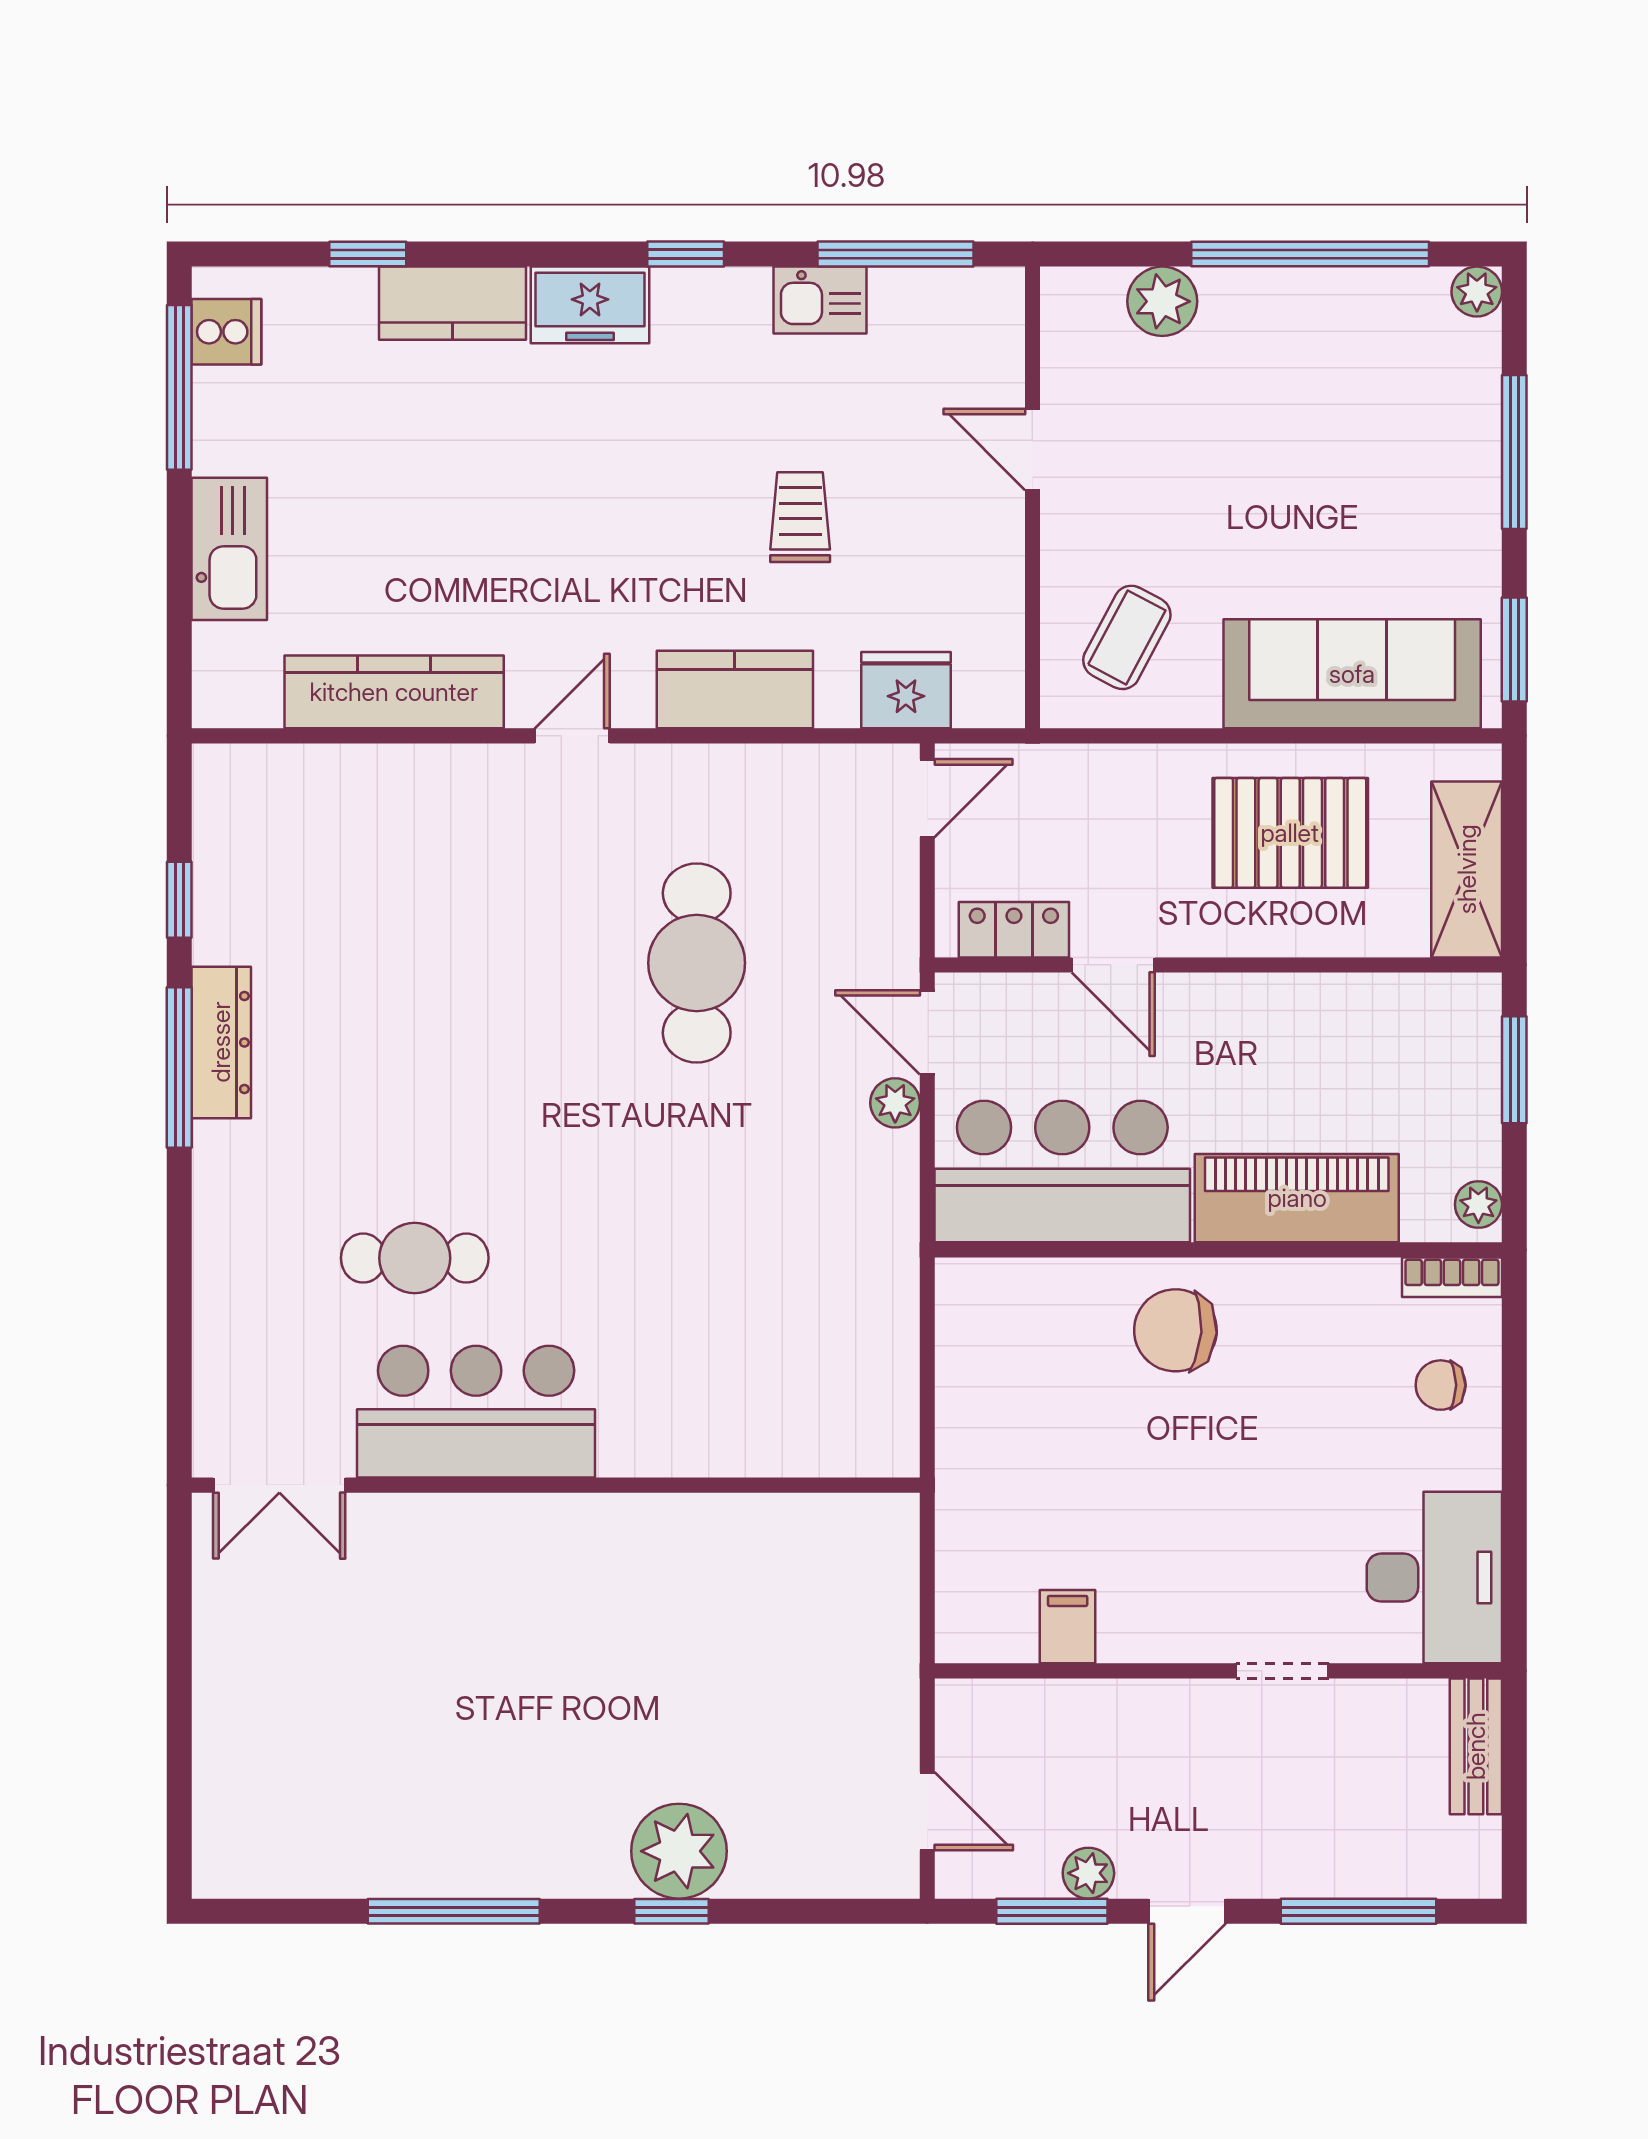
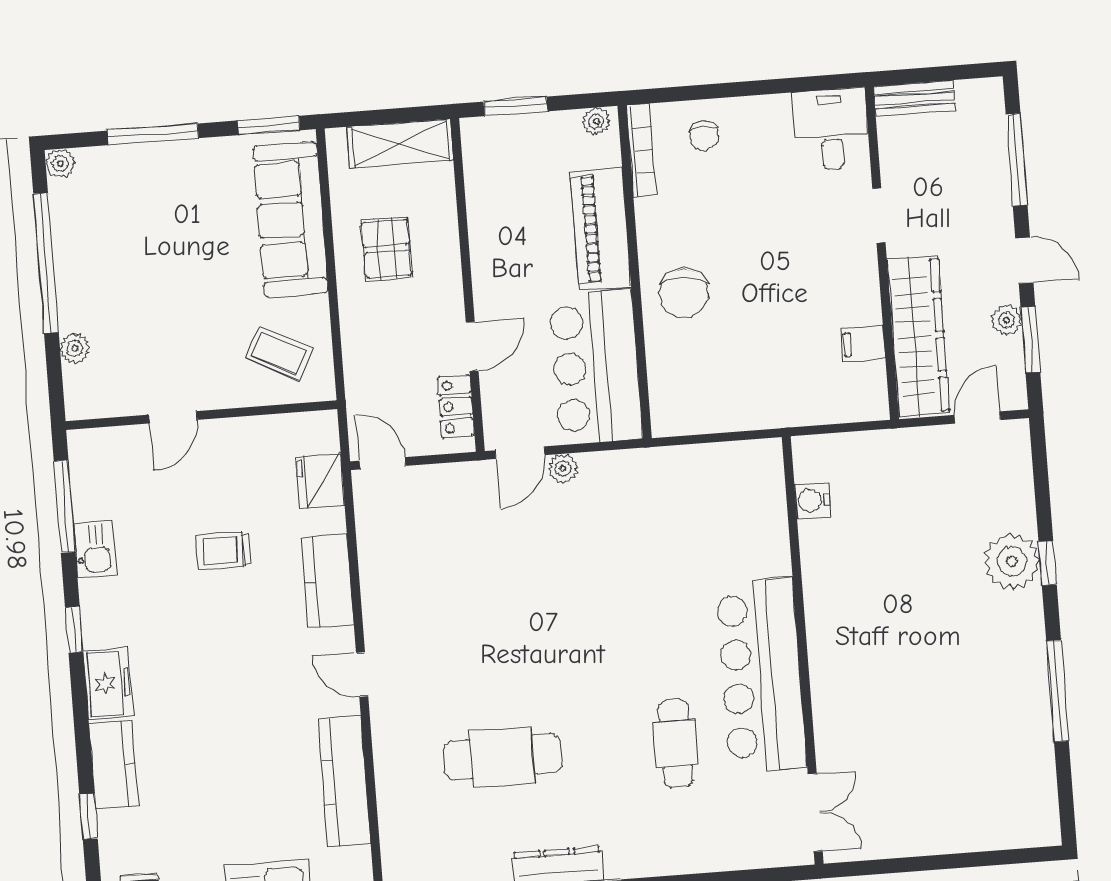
plant: (1162, 301) -> (75, 348), width x0.73, depth x0.73
pallet: (1290, 833) -> (387, 249), width x0.67, depth x0.71
cafe table: (697, 963) -> (503, 757), moved
bookcase: (1452, 1277) -> (641, 150), width x1.56
bar counter: (476, 1412) -> (761, 675), width x1.36
water cooler: (808, 1521) -> (812, 500), added
desk: (1434, 1578) -> (831, 129), width x0.73
wardrobe: (1072, 1722) -> (918, 336), added

